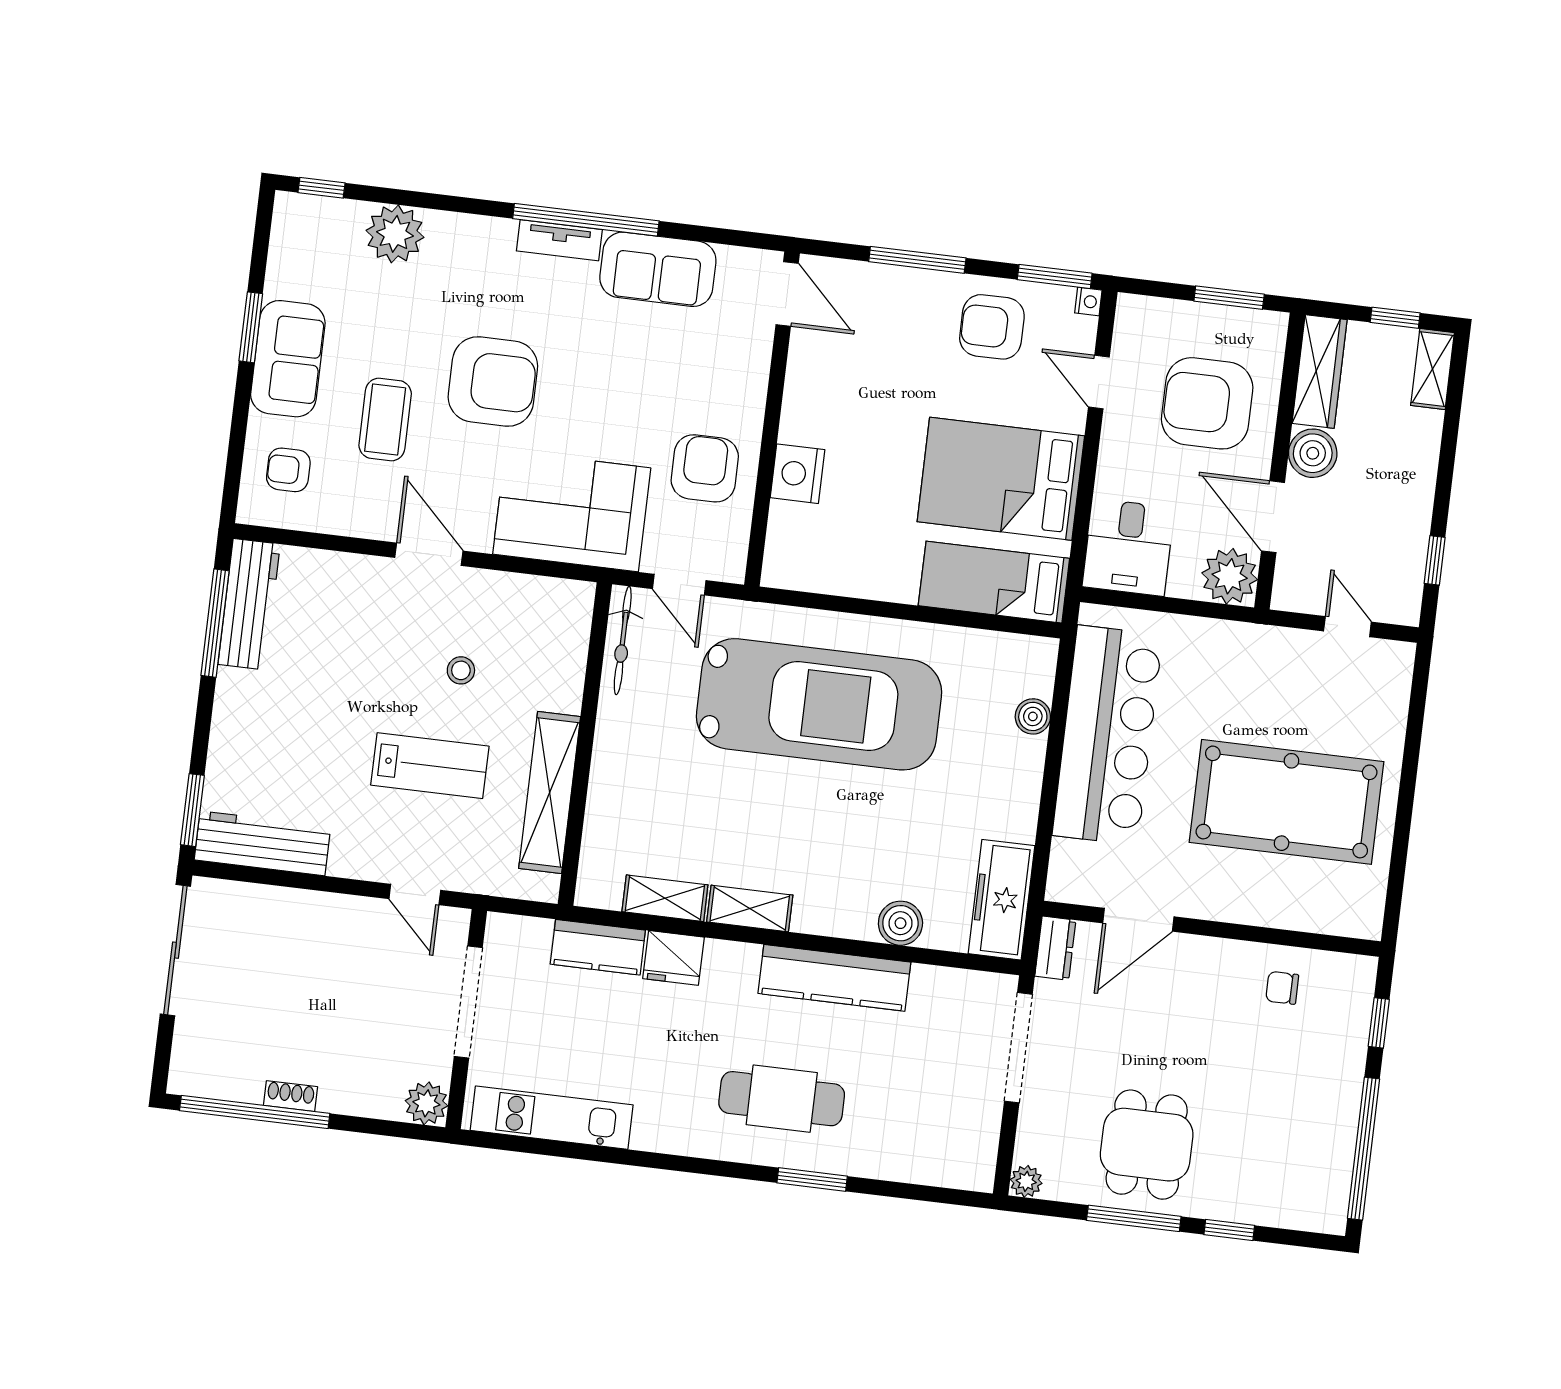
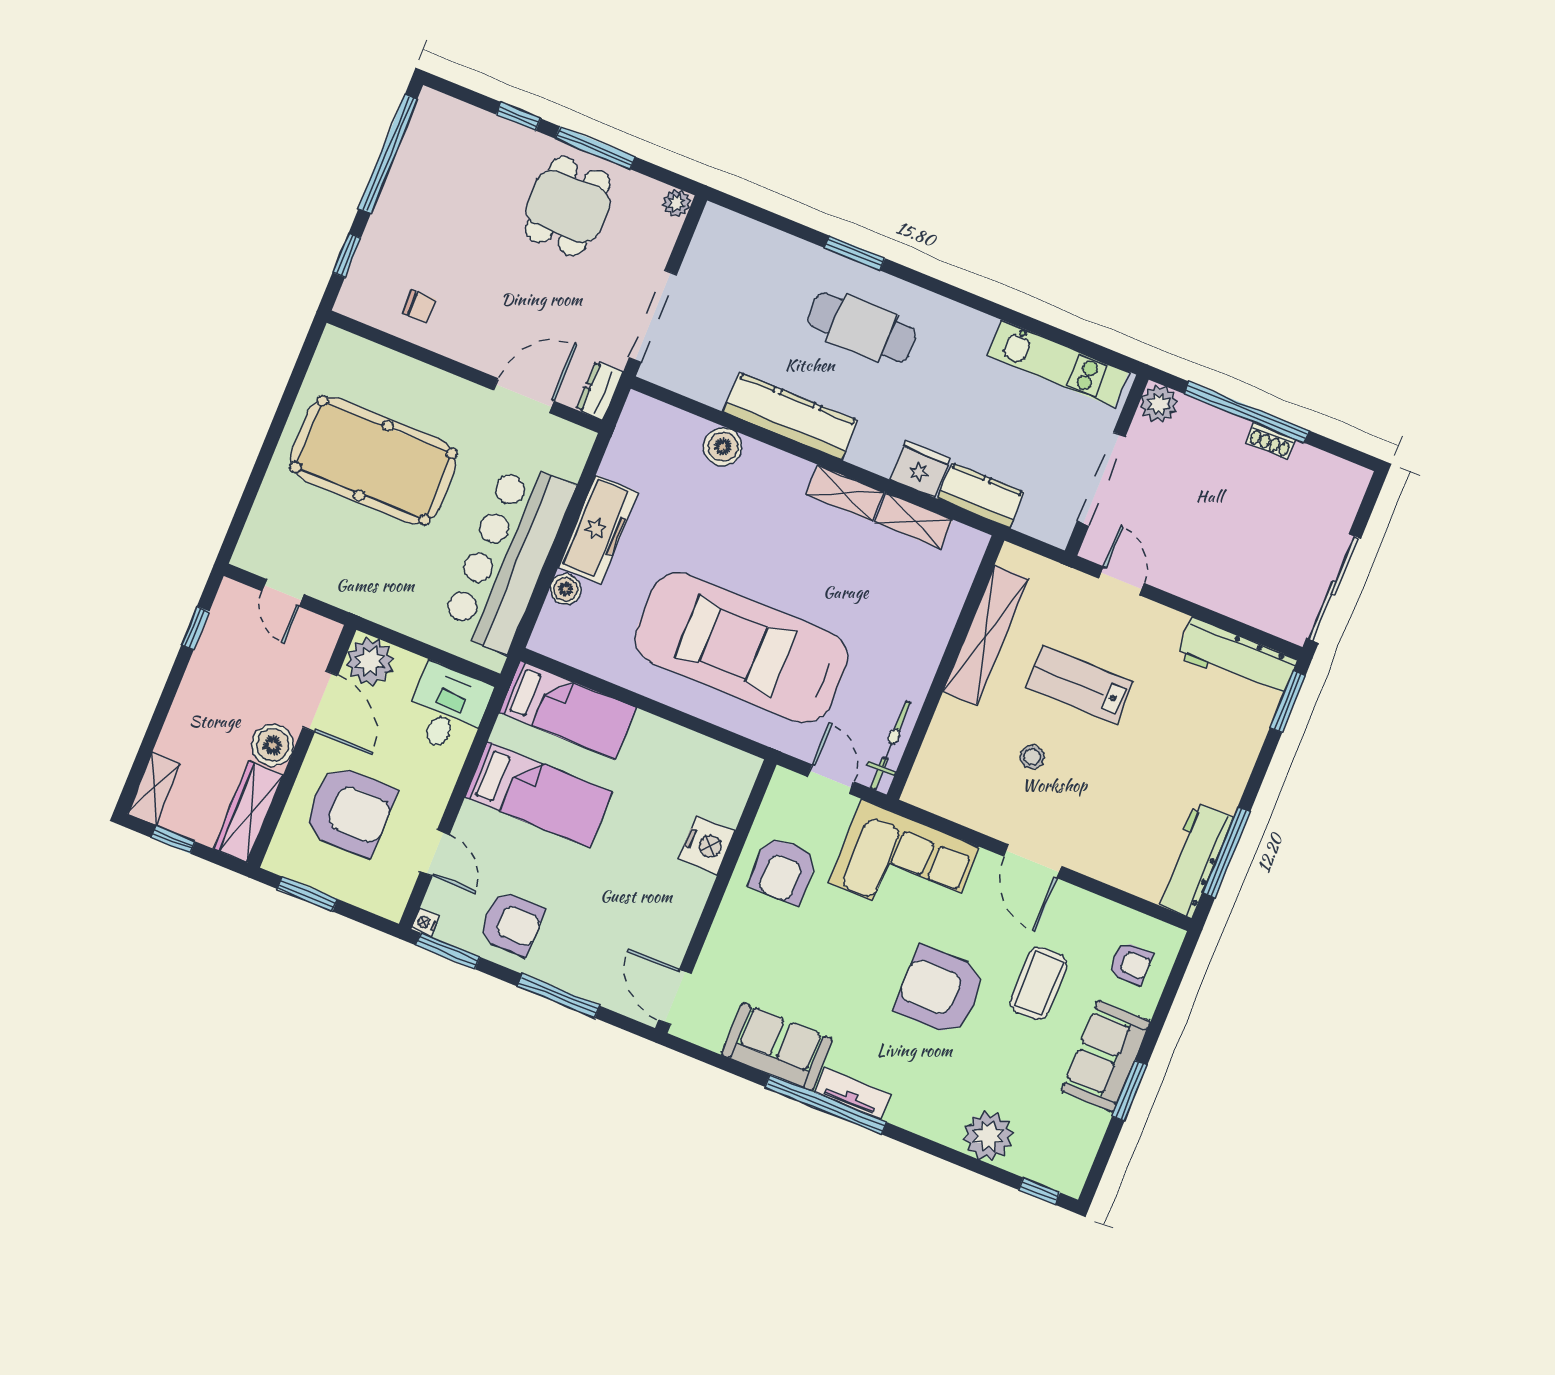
bed: (1001, 479) -> (539, 795), width x0.67
freezer: (1002, 900) -> (598, 529), moved
window: (255, 1112) -> (1246, 412), moved

